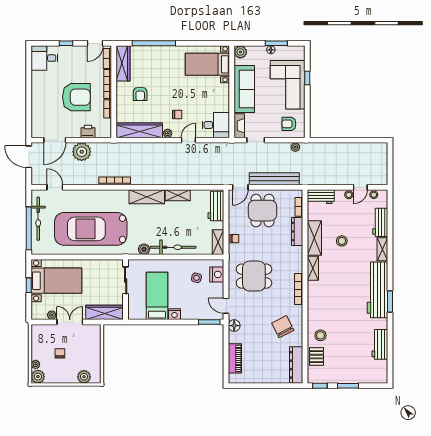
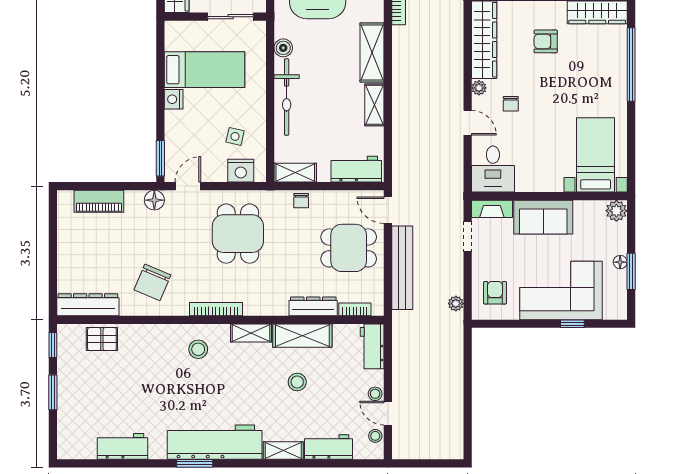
sofa: (244, 89) -> (543, 217), width x0.73
chair: (283, 327) -> (152, 282), turned 140
stool: (321, 335) -> (198, 349), moved

